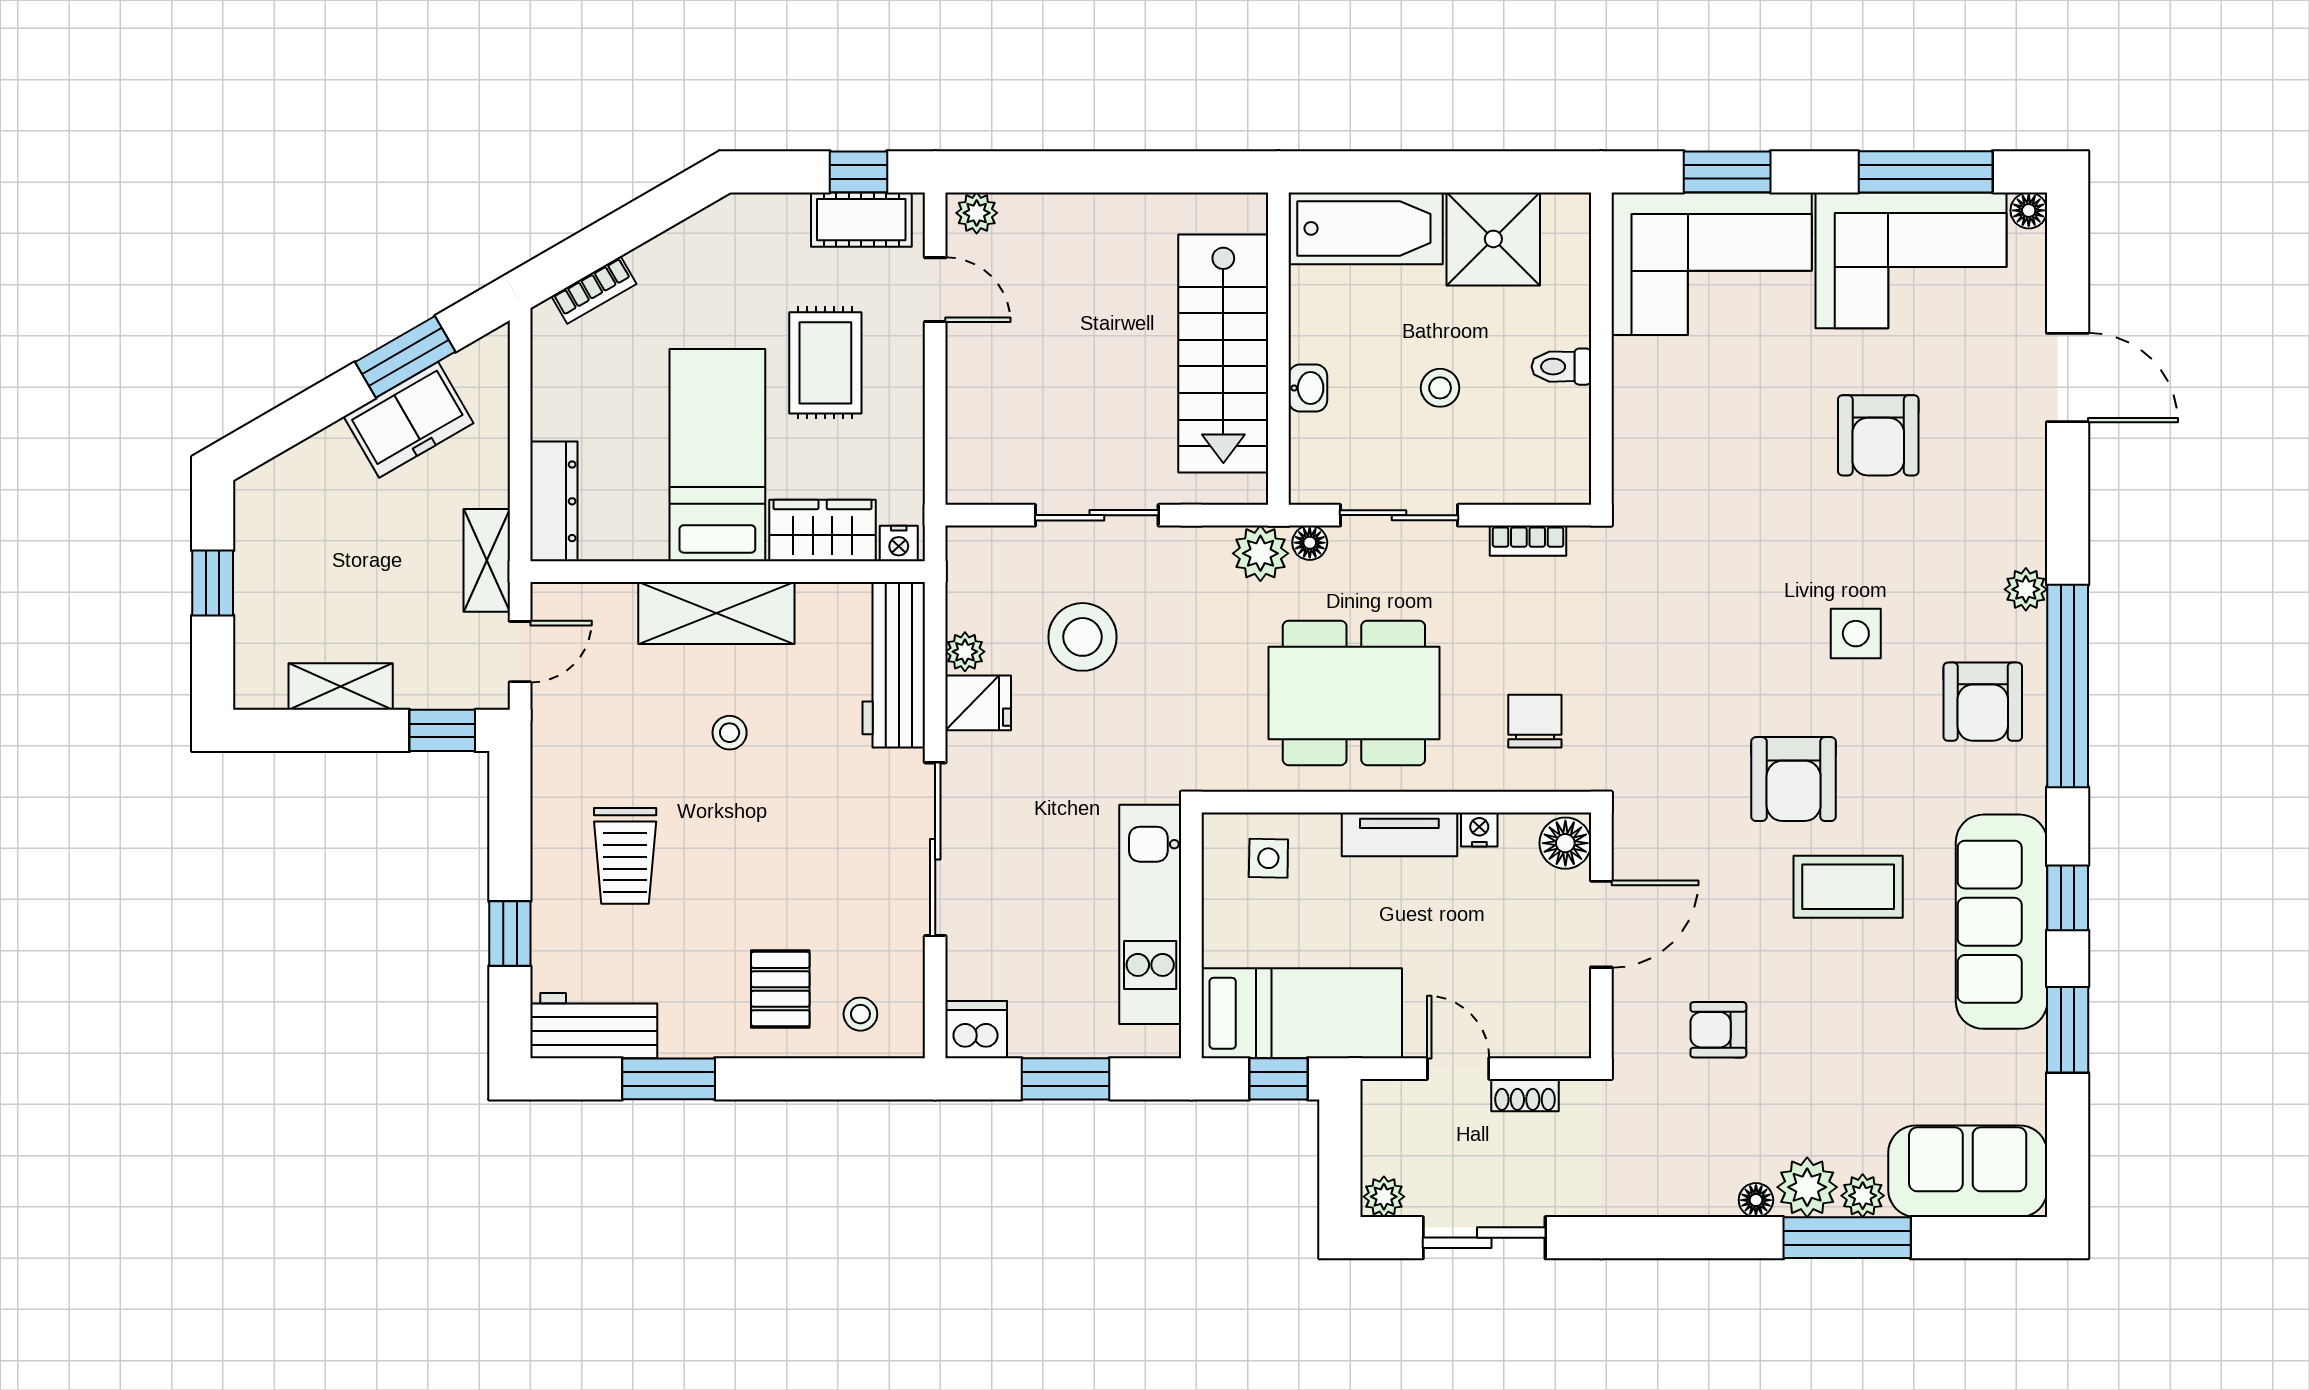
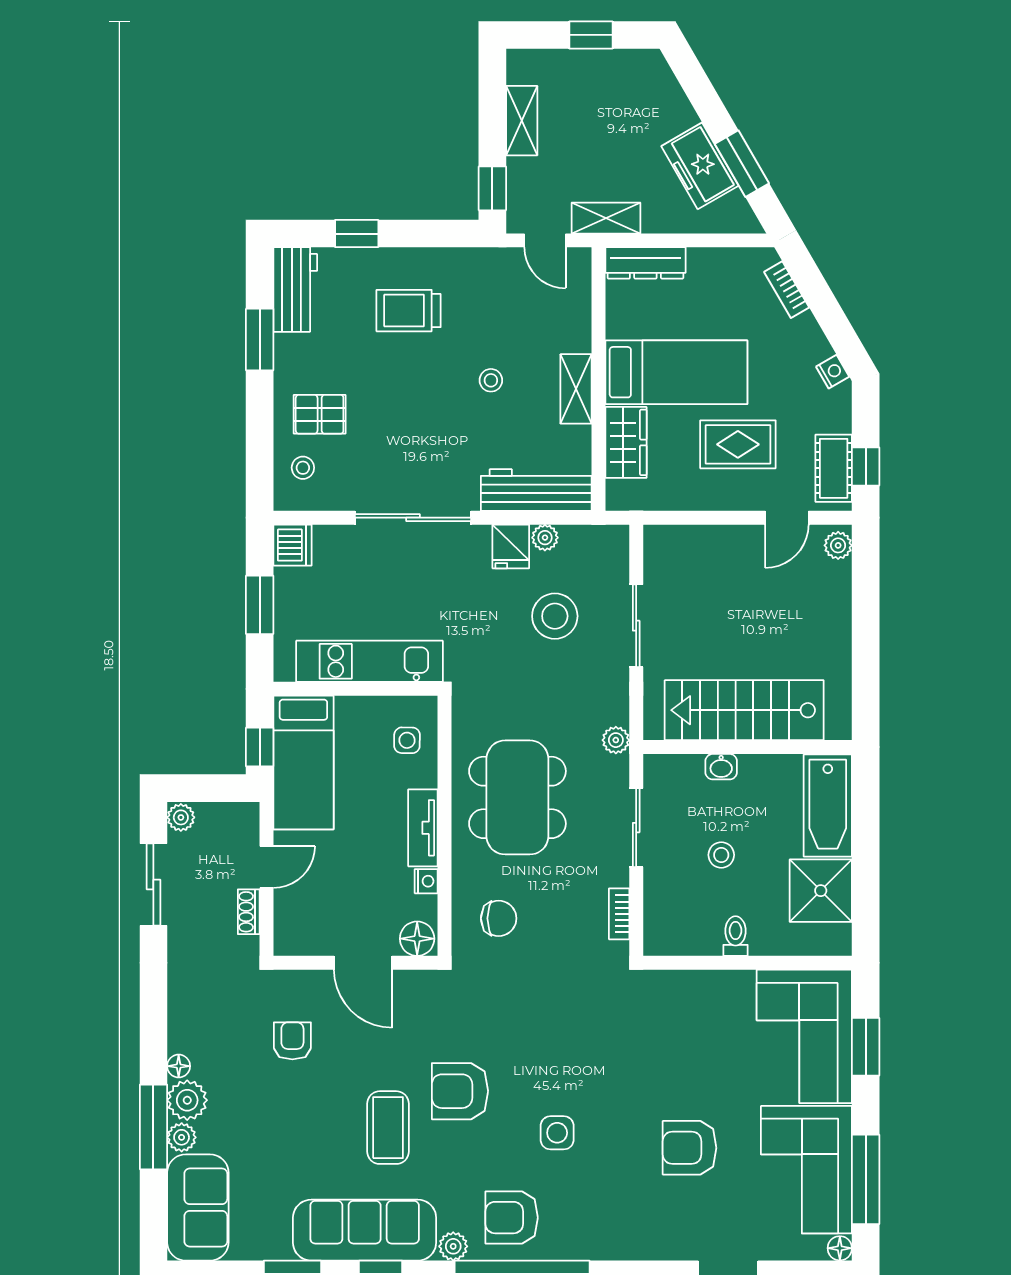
nightstand: (899, 543) -> (833, 372), moved, turned 150
floor lamp: (1310, 543) -> (618, 768), removed
plant: (1260, 553) -> (616, 740), width x0.73, depth x0.73
plant: (2026, 589) -> (453, 1246), moved
shelving: (716, 613) -> (576, 389), width x0.67, depth x0.75

